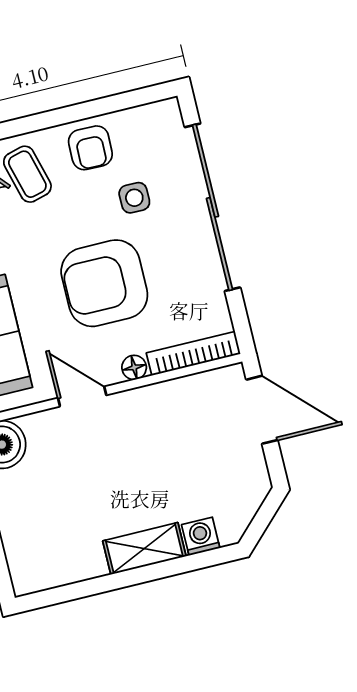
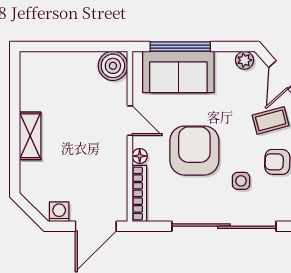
door: (82, 397) -> (130, 121), hinge flipped
washing machine: (201, 536) -> (59, 212), moved, turned -90

